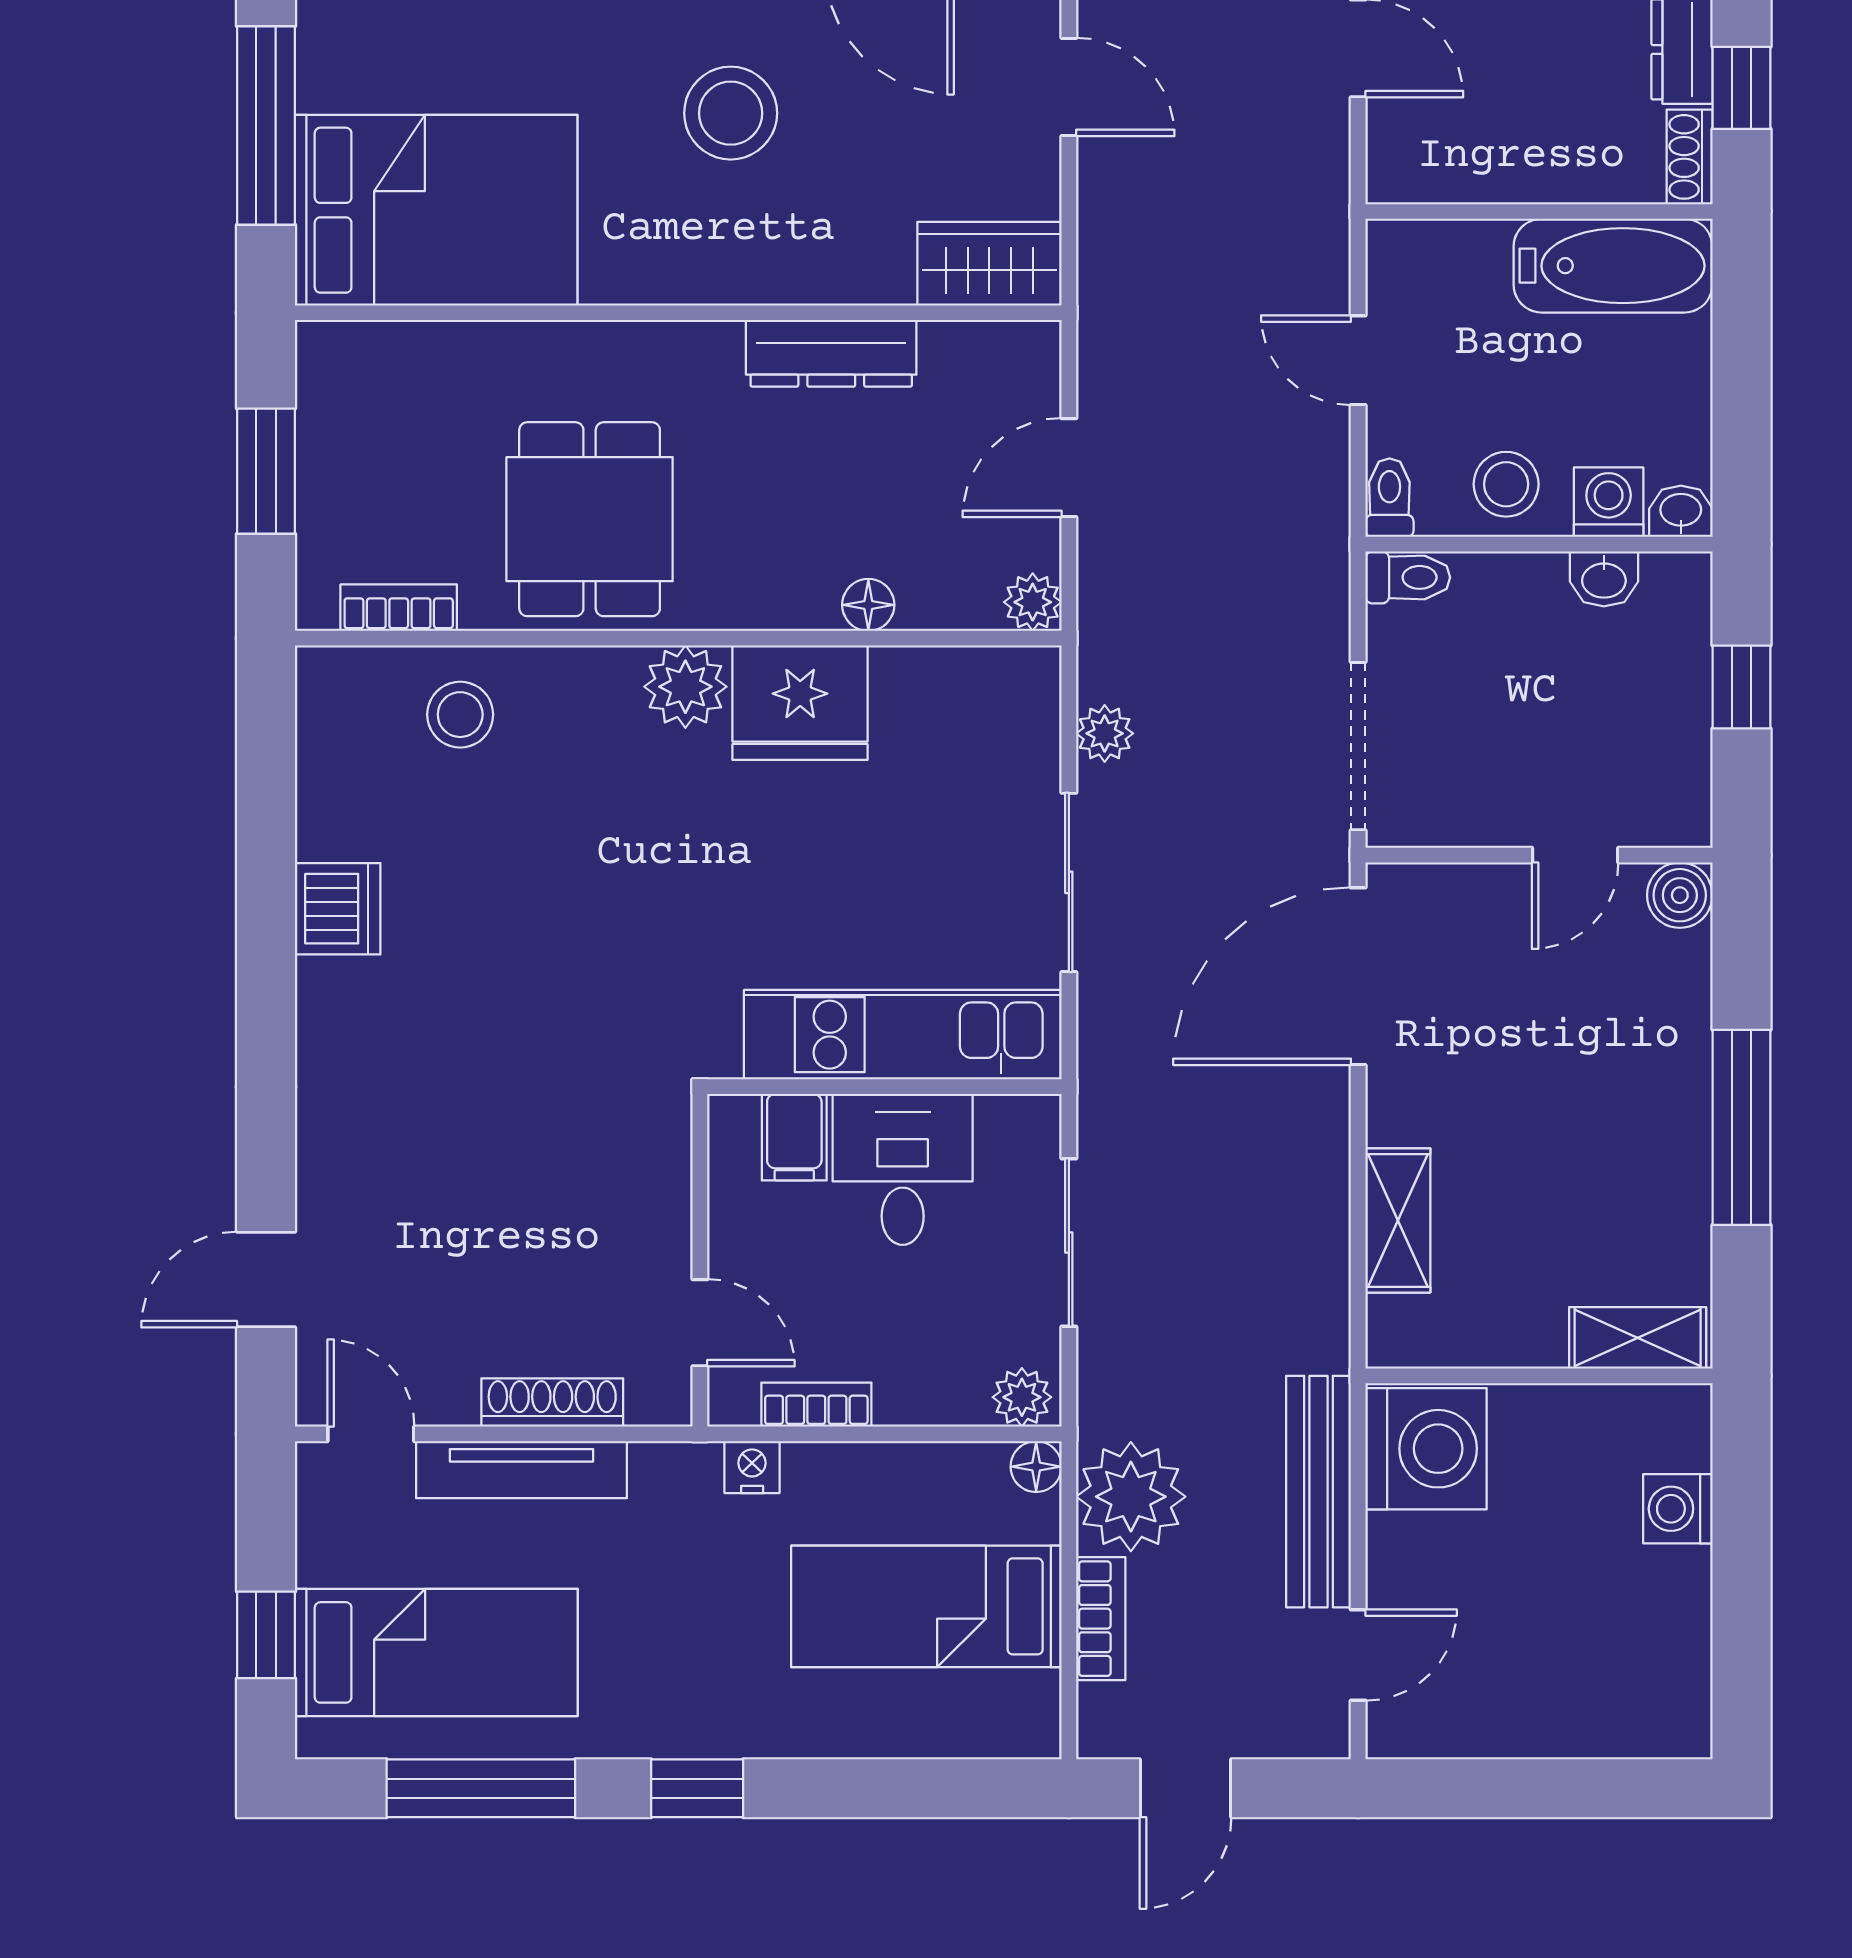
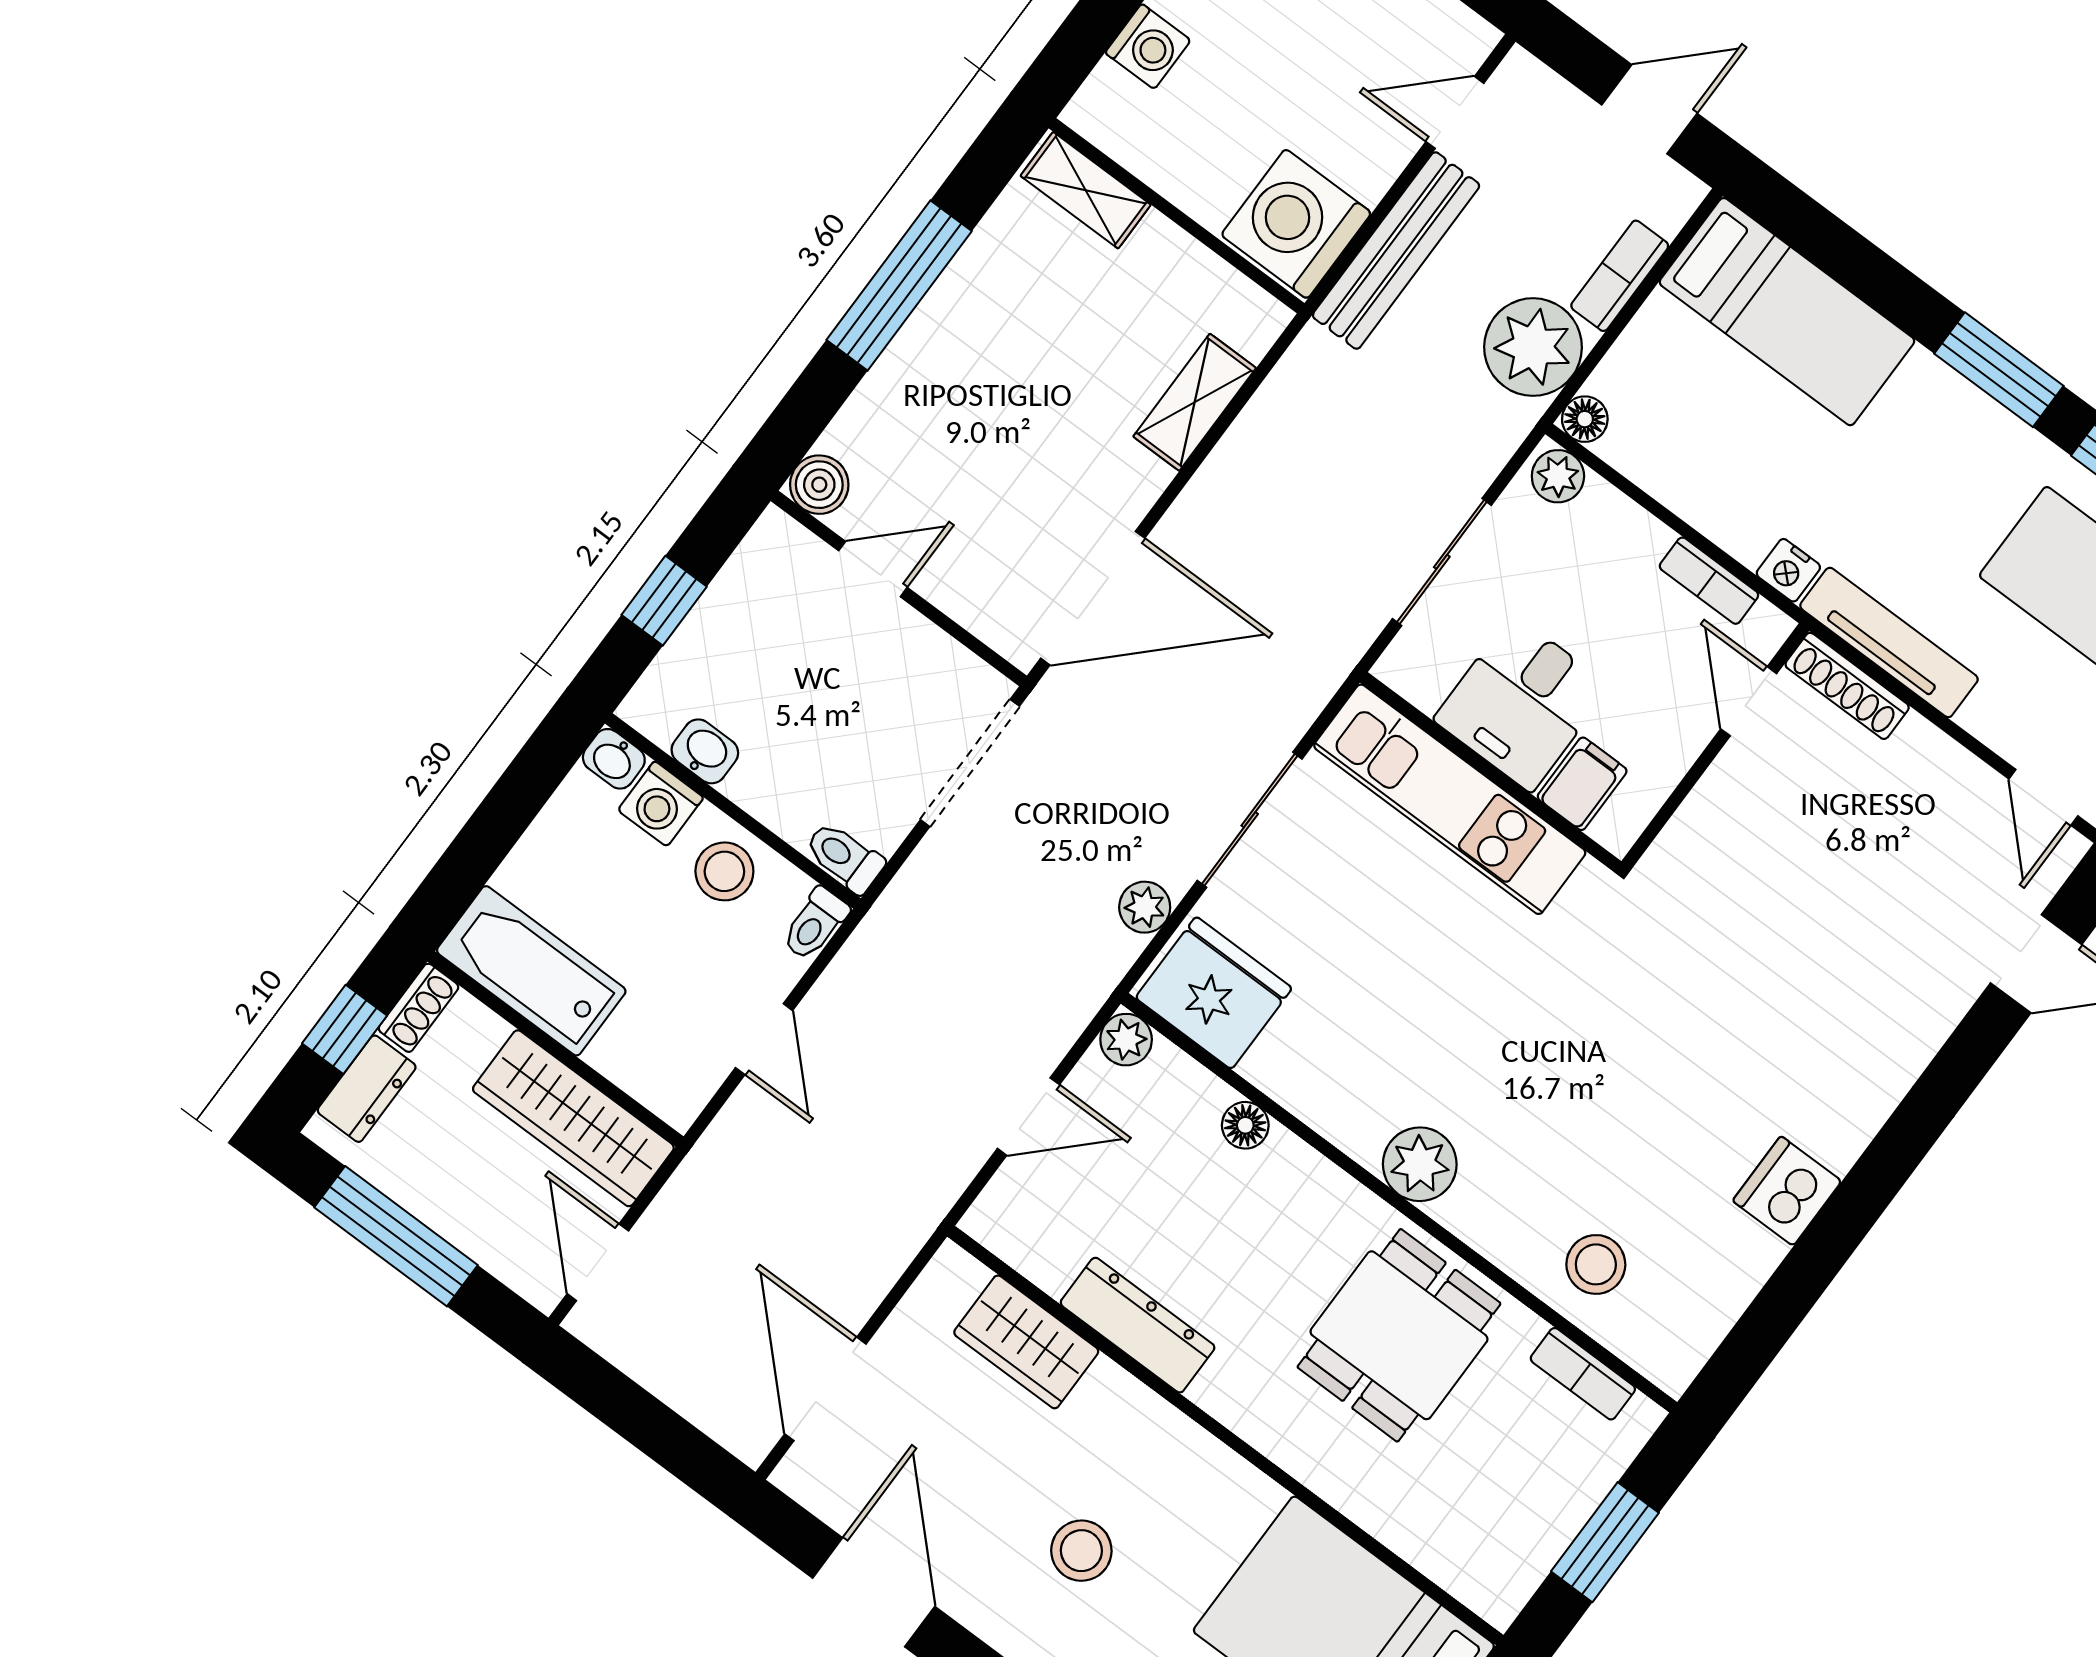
door: (1069, 87) -> (825, 1389), width x1.38
stool: (731, 113) -> (1081, 1551), width x0.73, depth x0.73
wardrobe: (1476, 161) -> (573, 1118), added
wardrobe: (989, 264) -> (1026, 1342), moved
fridge: (800, 703) -> (1214, 993), moved
shoe rack: (552, 1402) -> (1847, 686), moved
tv unit: (521, 1470) -> (1889, 642), moved
bed: (926, 1606) -> (1787, 312), moved
window: (697, 1788) -> (1999, 370), width x1.50

